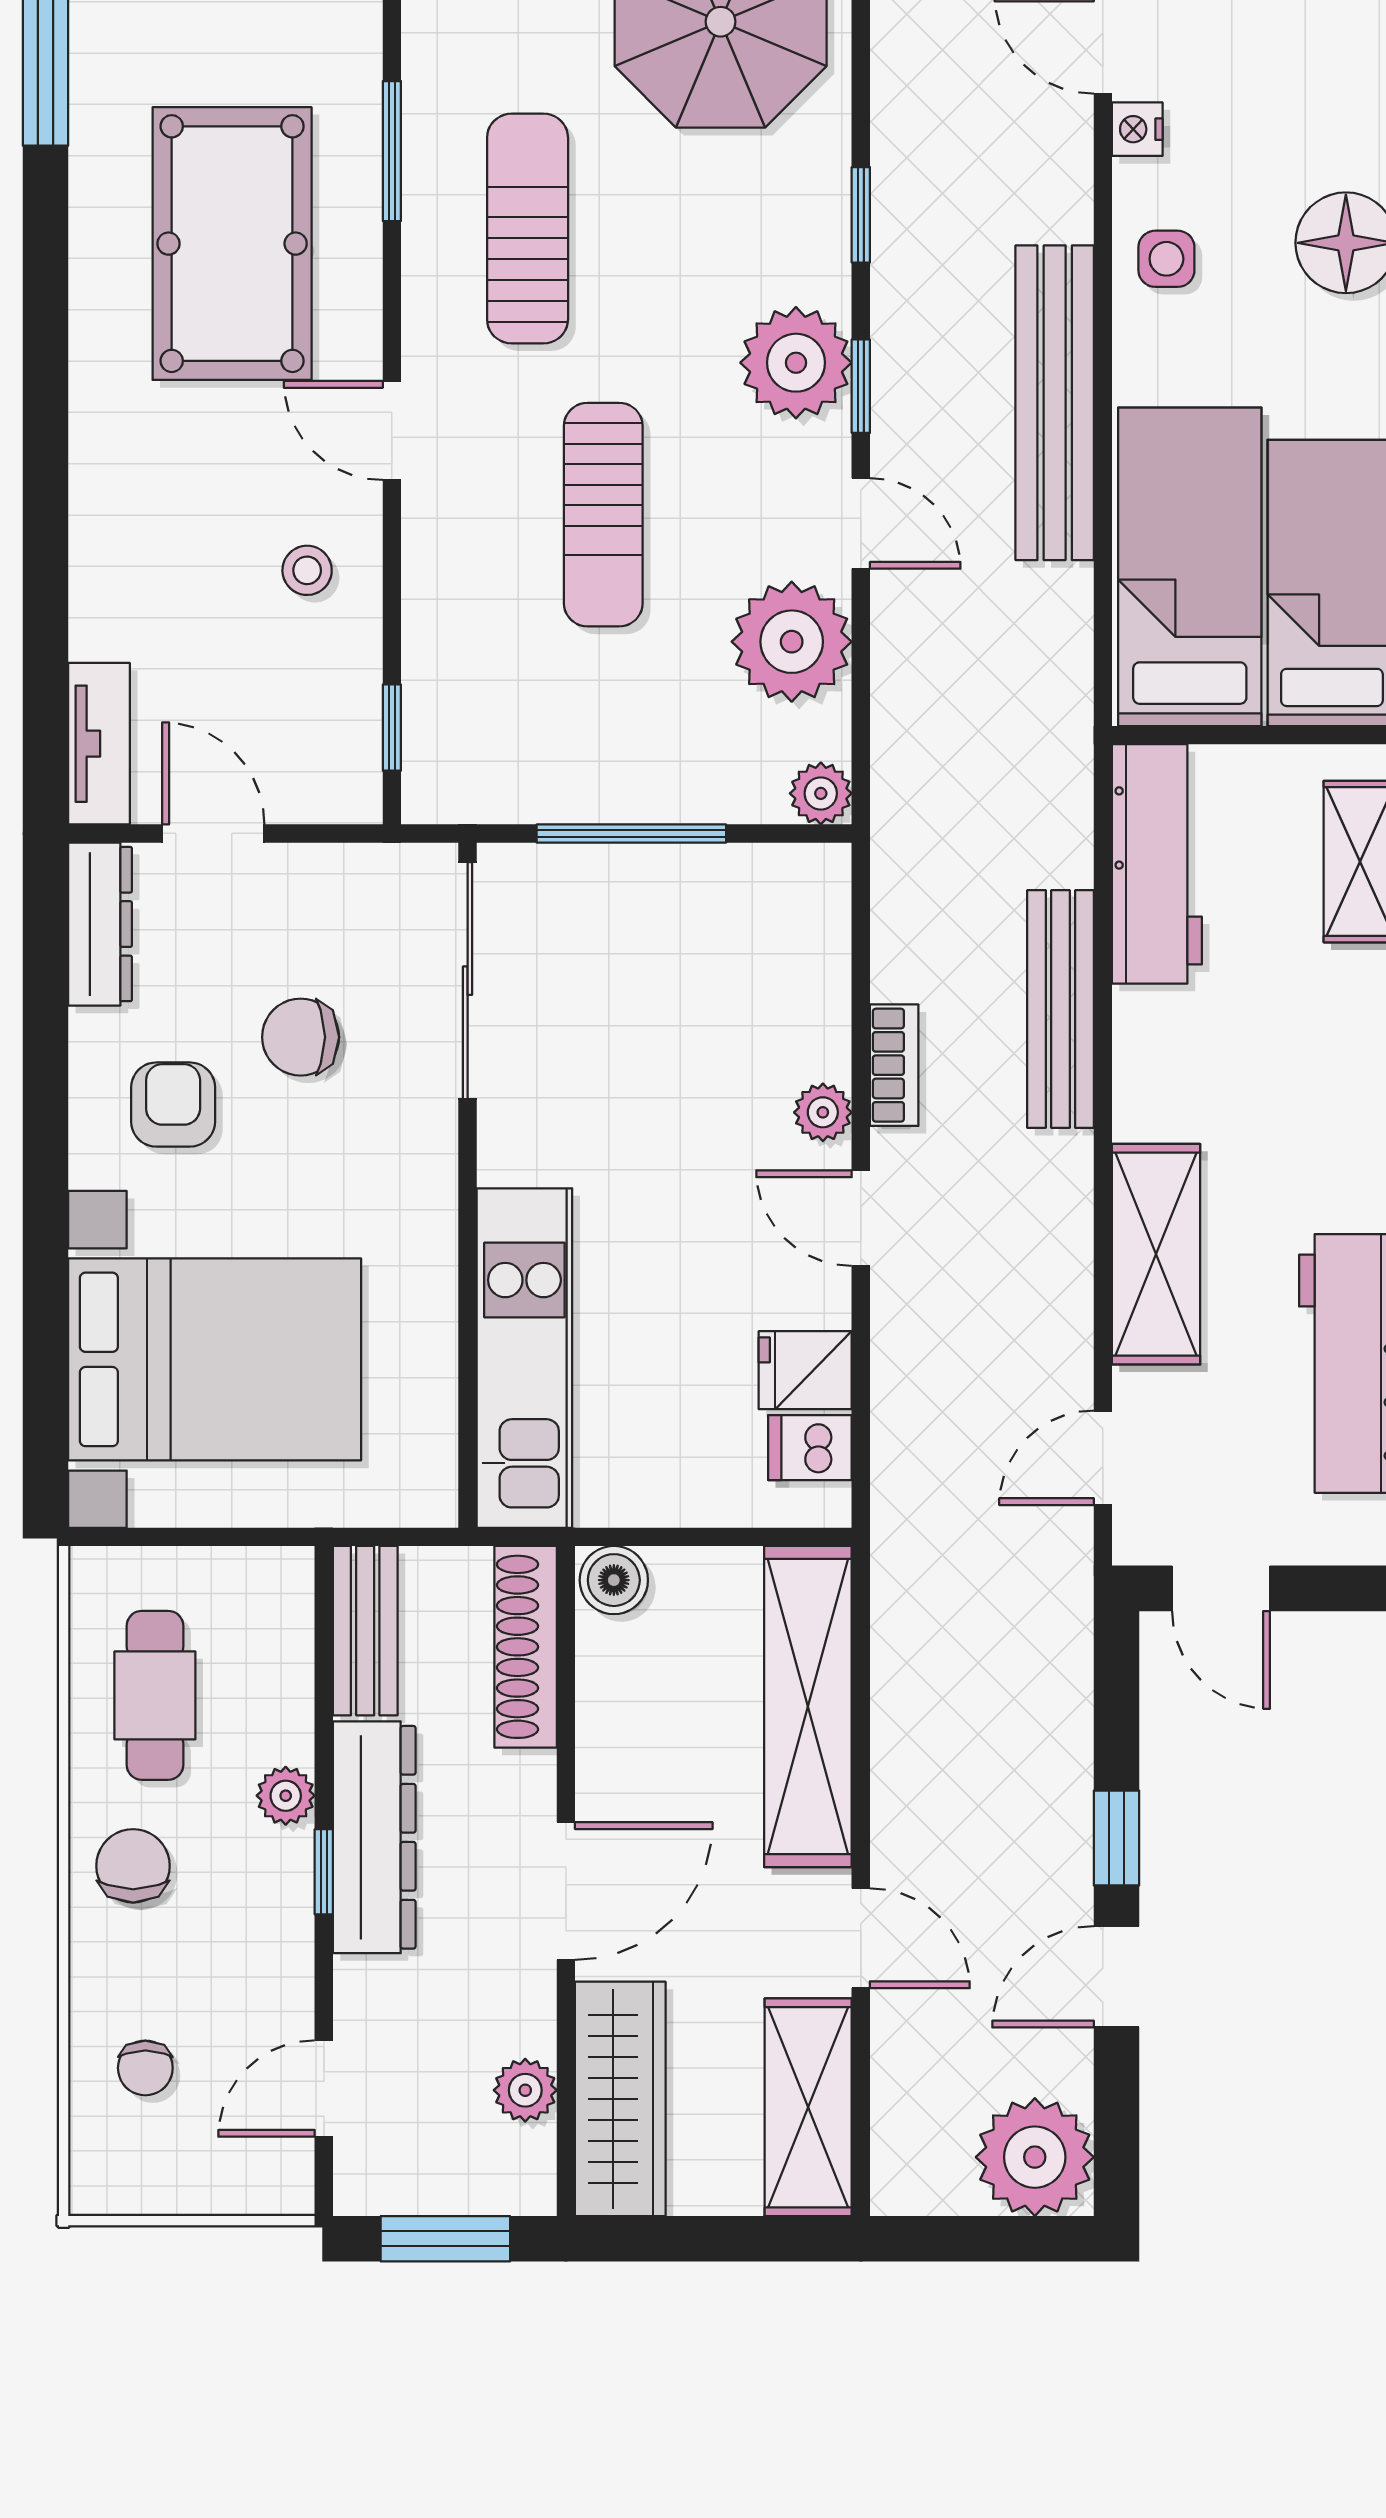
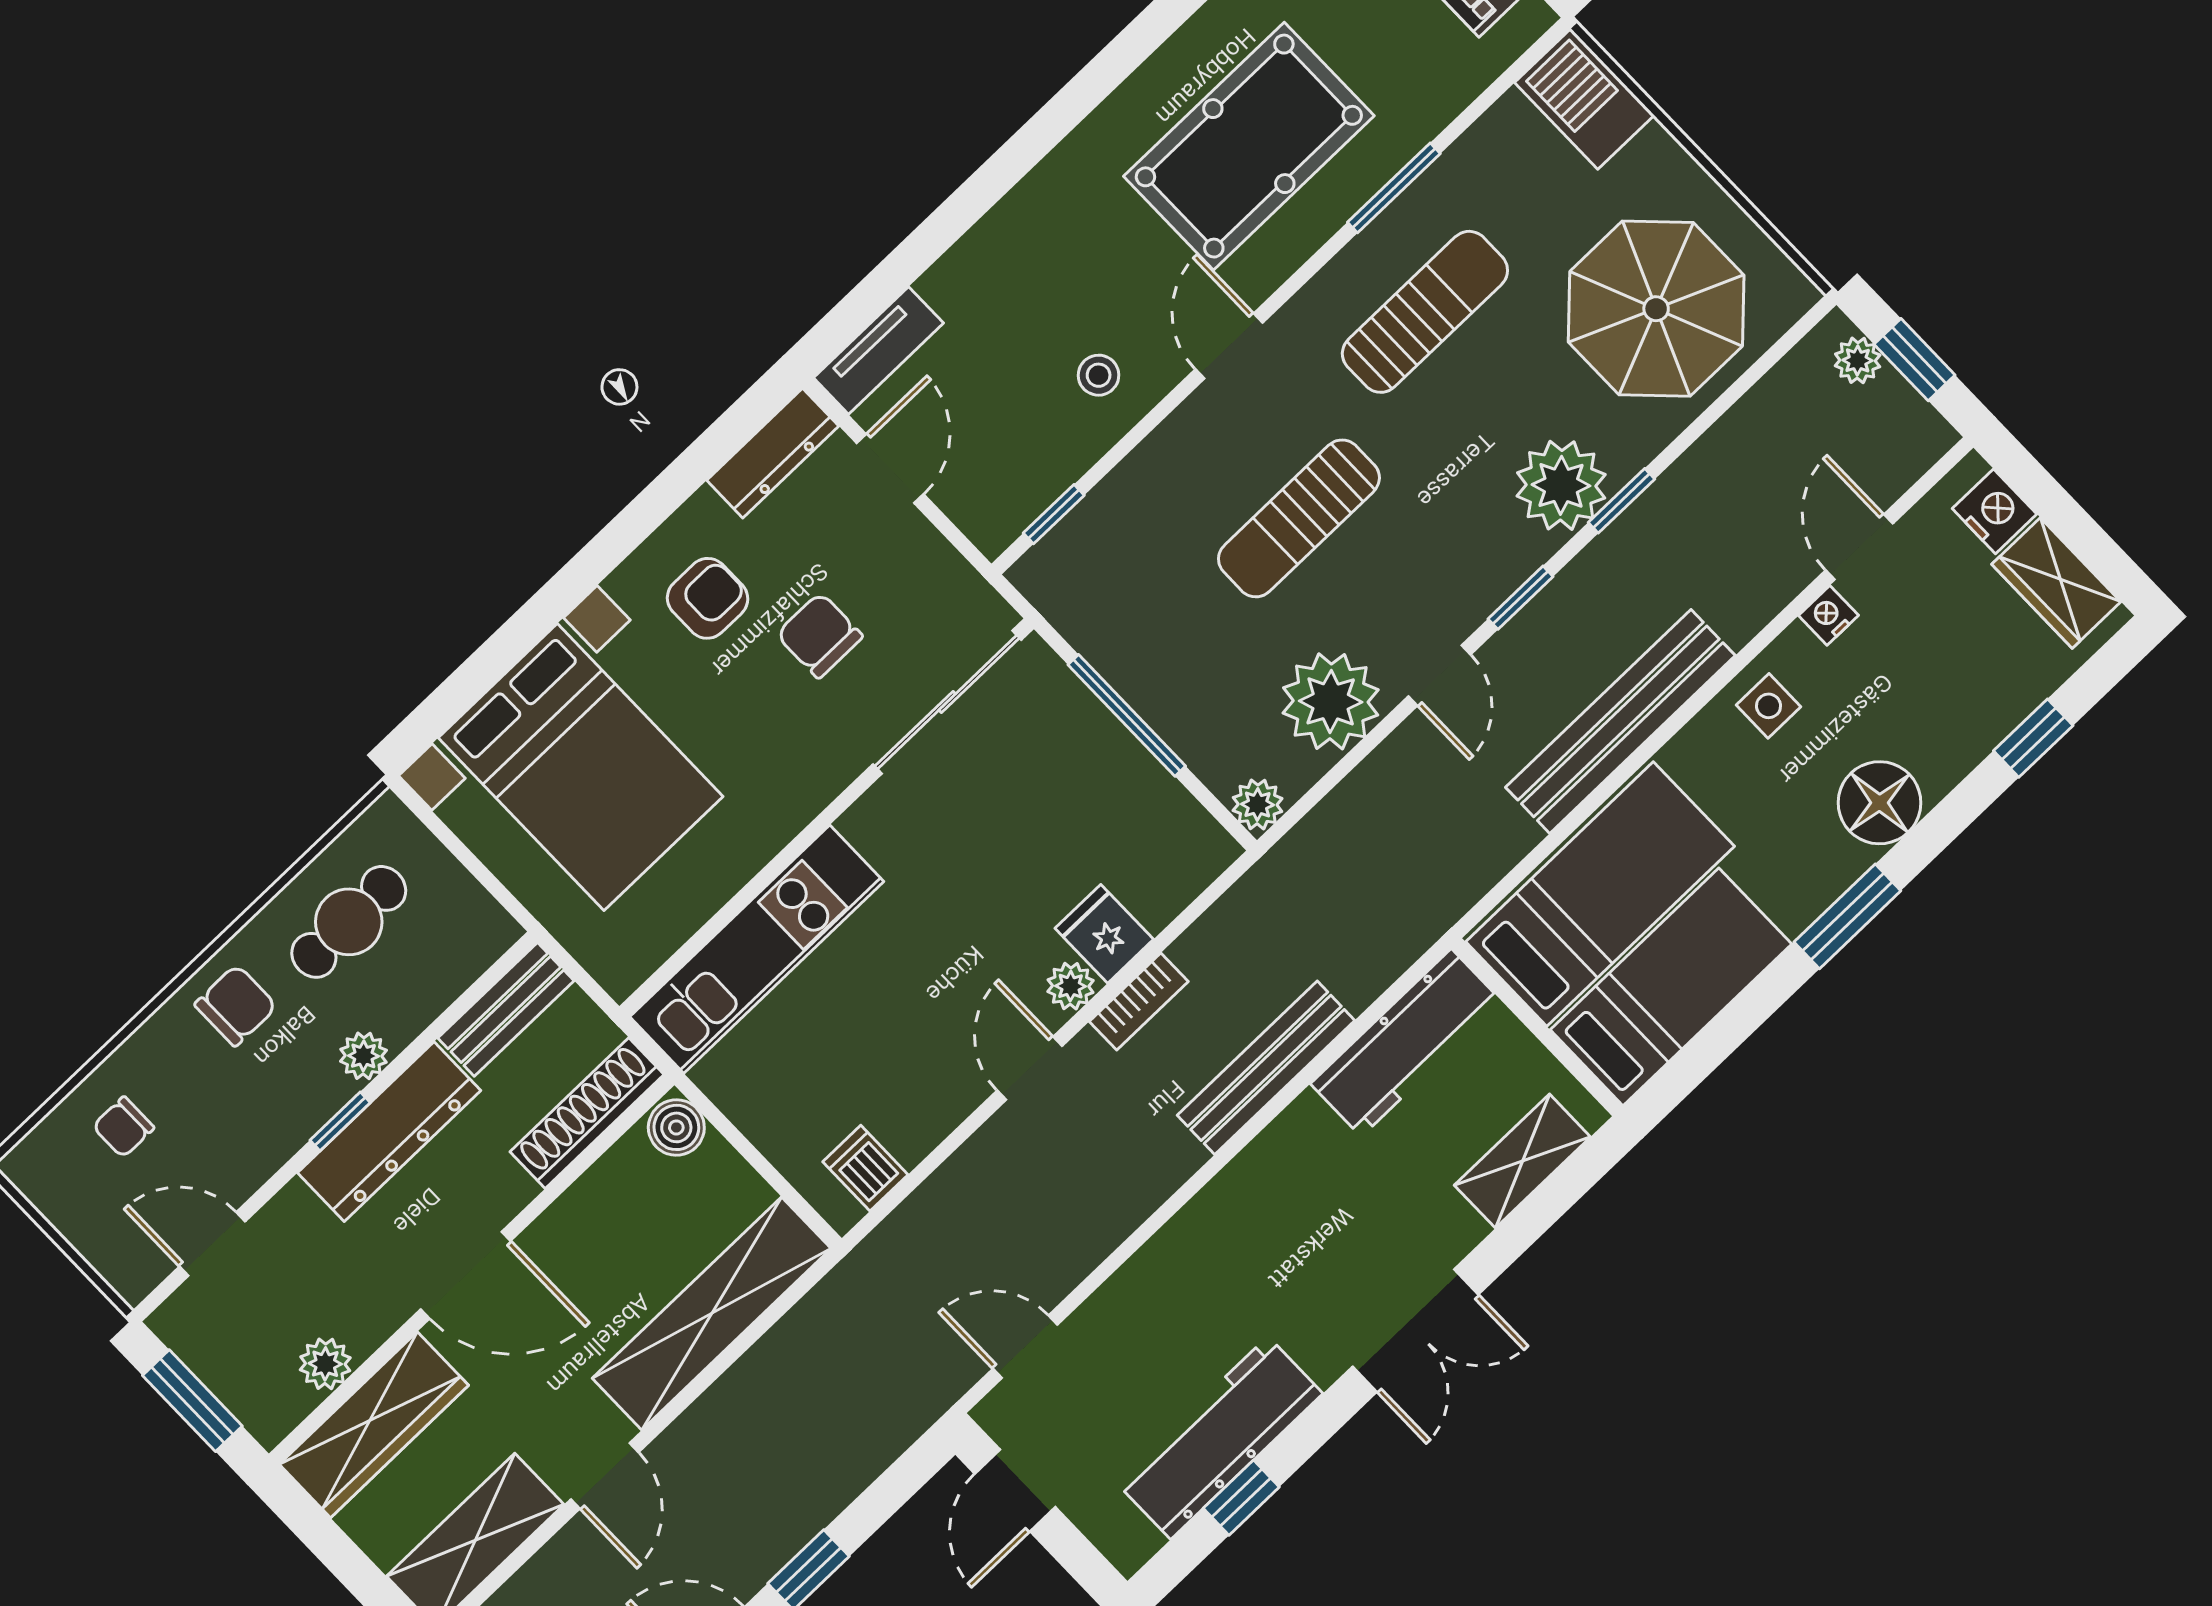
plant: (796, 363) -> (1561, 485), moved
shelving: (1156, 1254) -> (1175, 1263), removed
fridge: (805, 1370) -> (1104, 934), moved

